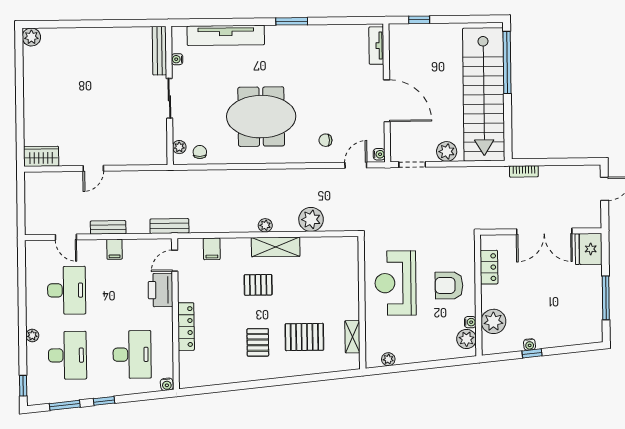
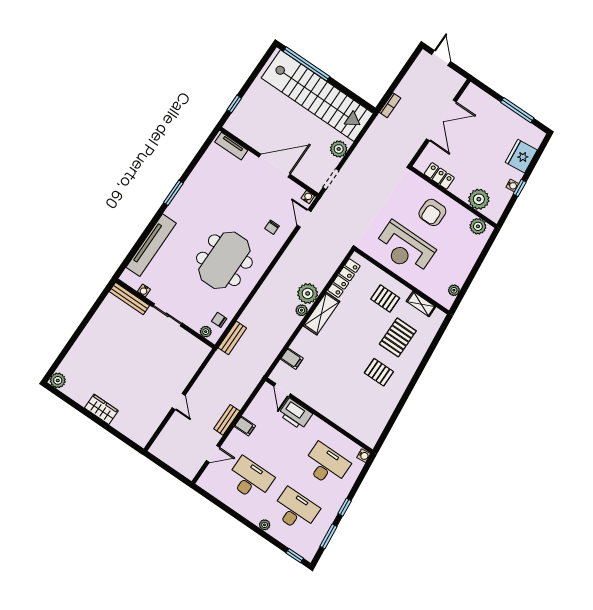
wardrobe: (41, 156) -> (101, 409), moved, turned 90
plant: (311, 219) -> (308, 293), moved
bench: (169, 226) -> (232, 338), moved
fridge: (589, 249) -> (521, 156), moved, turned 84
pallet: (258, 285) -> (385, 299), moved, turned 90
water cooler: (470, 322) -> (468, 216), removed
locker: (186, 327) -> (344, 278), moved, turned 90

